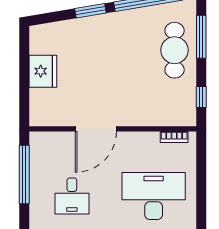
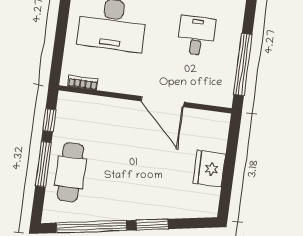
window: (201, 37) -> (43, 164), moved
door: (96, 129) -> (163, 102), swing flipped

